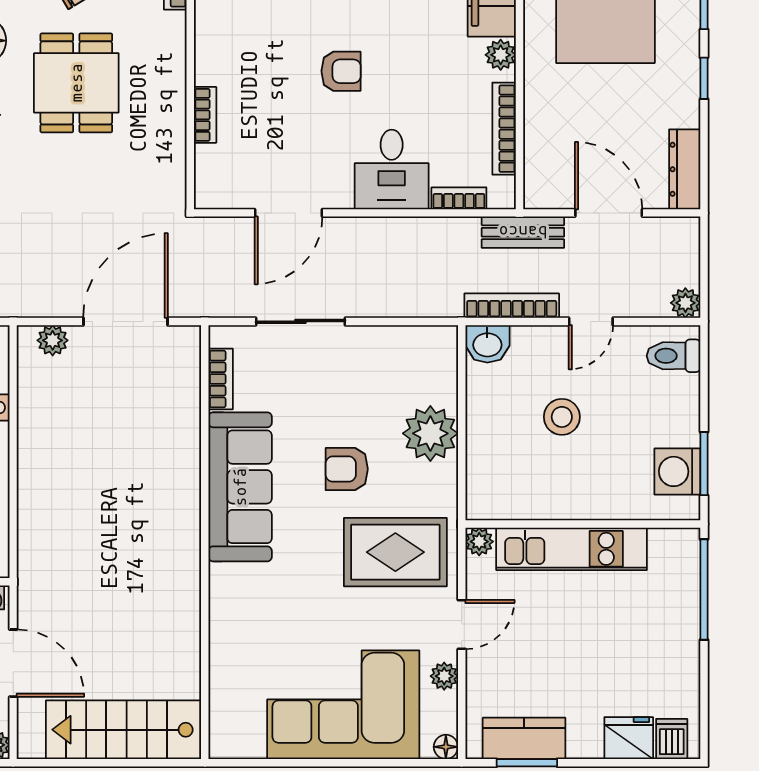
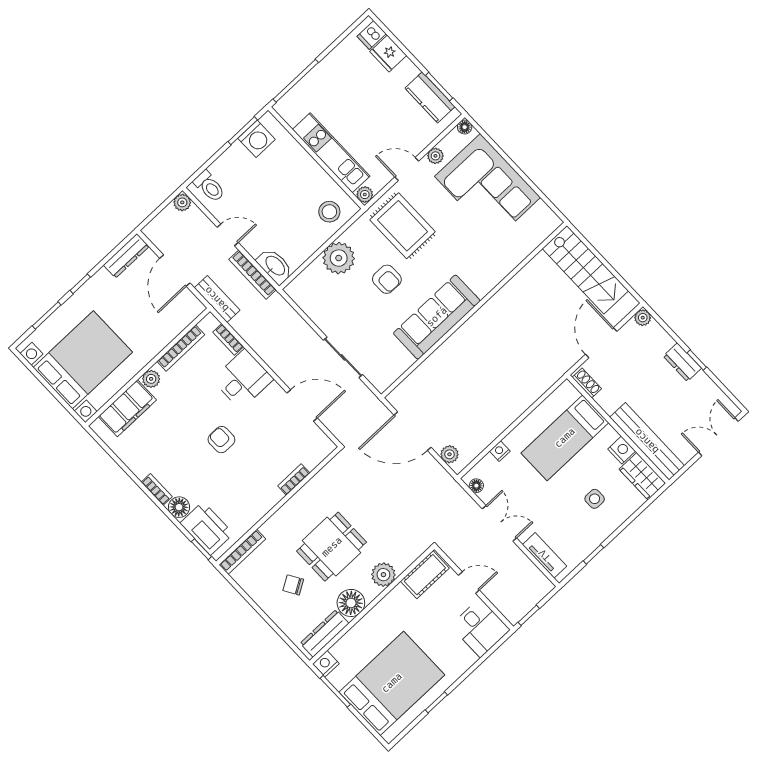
washbasin: (487, 344) -> (275, 266), width x1.38
bookcase: (221, 379) -> (399, 368), removed
stool: (562, 417) -> (329, 212), moved

